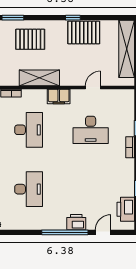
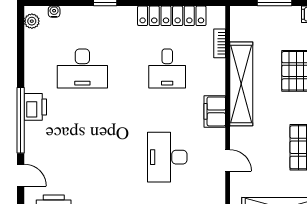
shelving: (39, 78) -> (241, 84), width x1.47
desk: (29, 130) -> (167, 68), width x0.73
printer: (76, 222) -> (35, 107), moved

